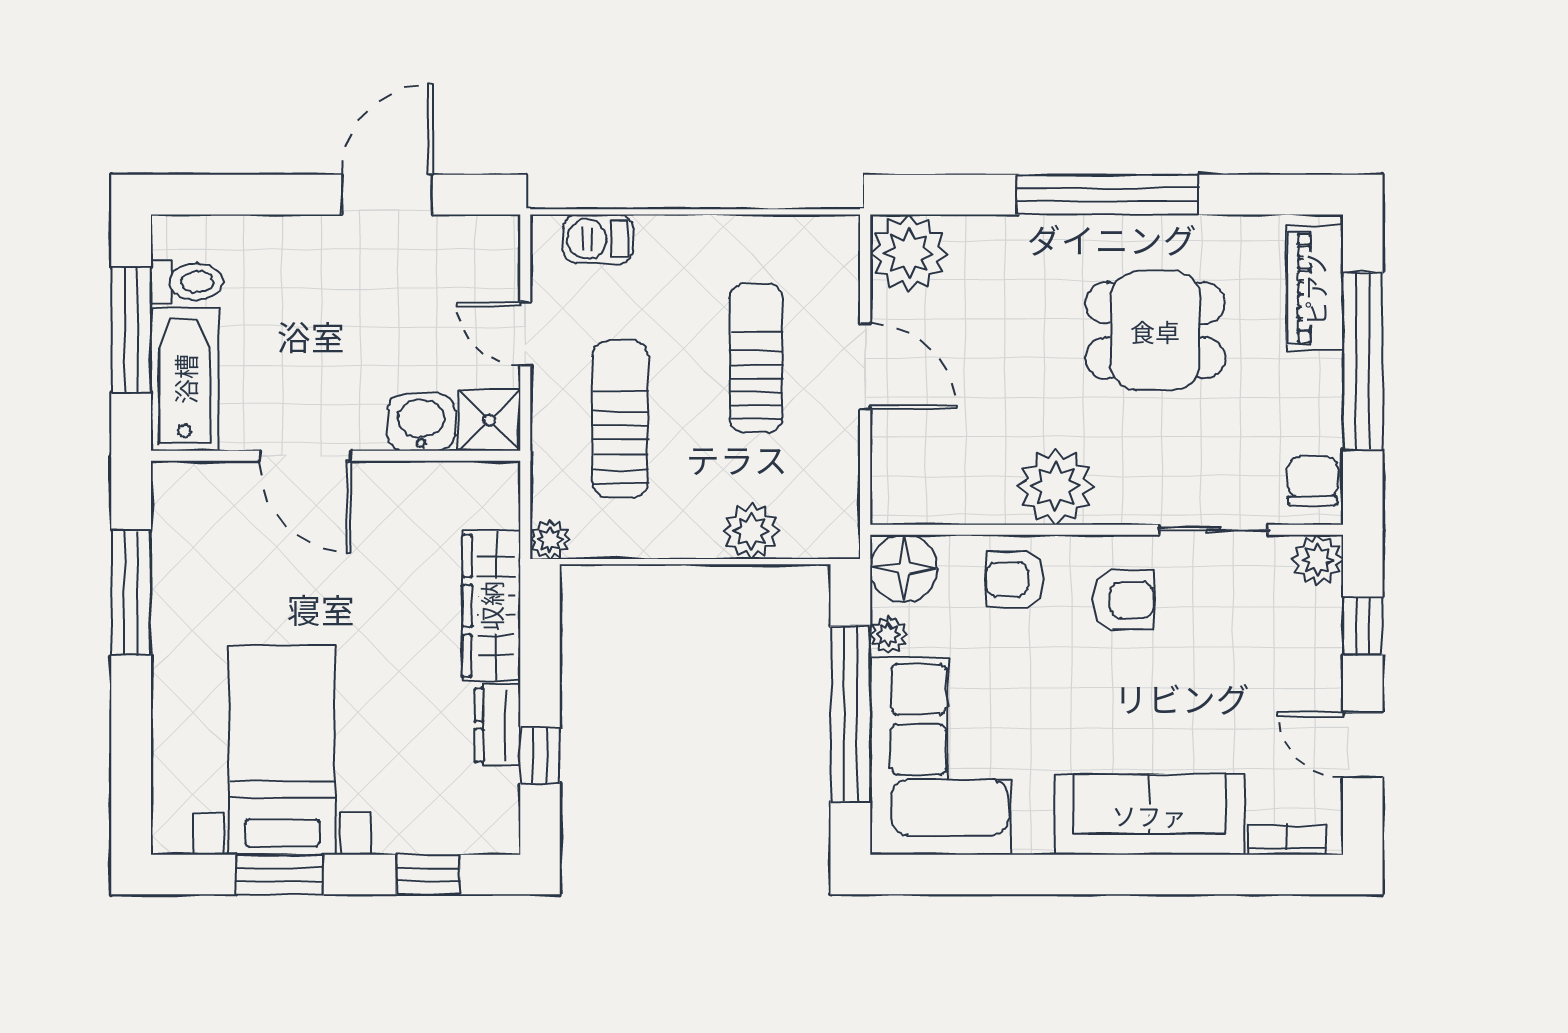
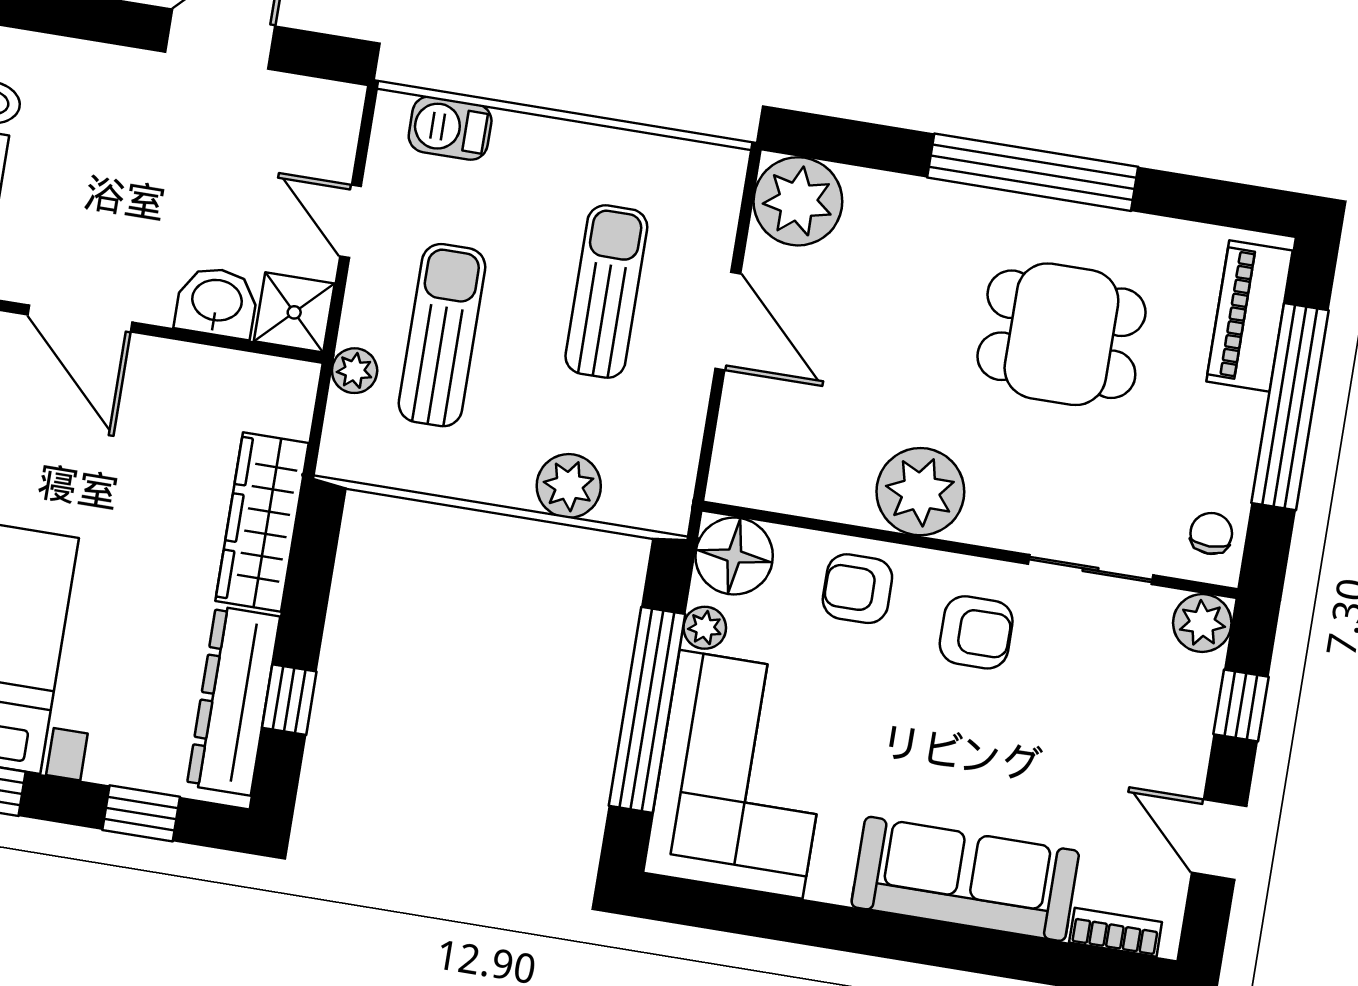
chair: (1313, 481) -> (1211, 533), width x0.73, depth x0.73
plant: (550, 540) -> (355, 371), moved
dresser: (497, 725) -> (233, 701), width x1.96, depth x1.24

